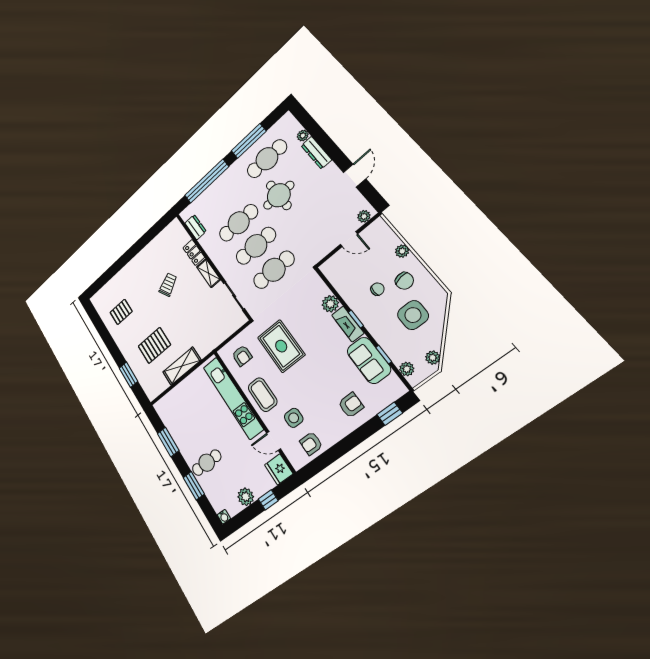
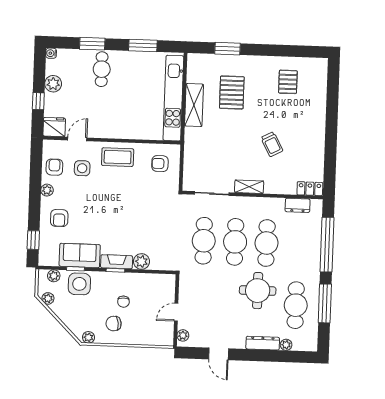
plant: (402, 251) -> (88, 337), moved
locker: (194, 252) -> (310, 189), moved
side table: (413, 315) -> (79, 284), moved
rug: (281, 346) -> (142, 200), removed
kitchen unit: (233, 398) -> (173, 98), moved, turned -90
plant: (335, 435) -> (47, 190), added

